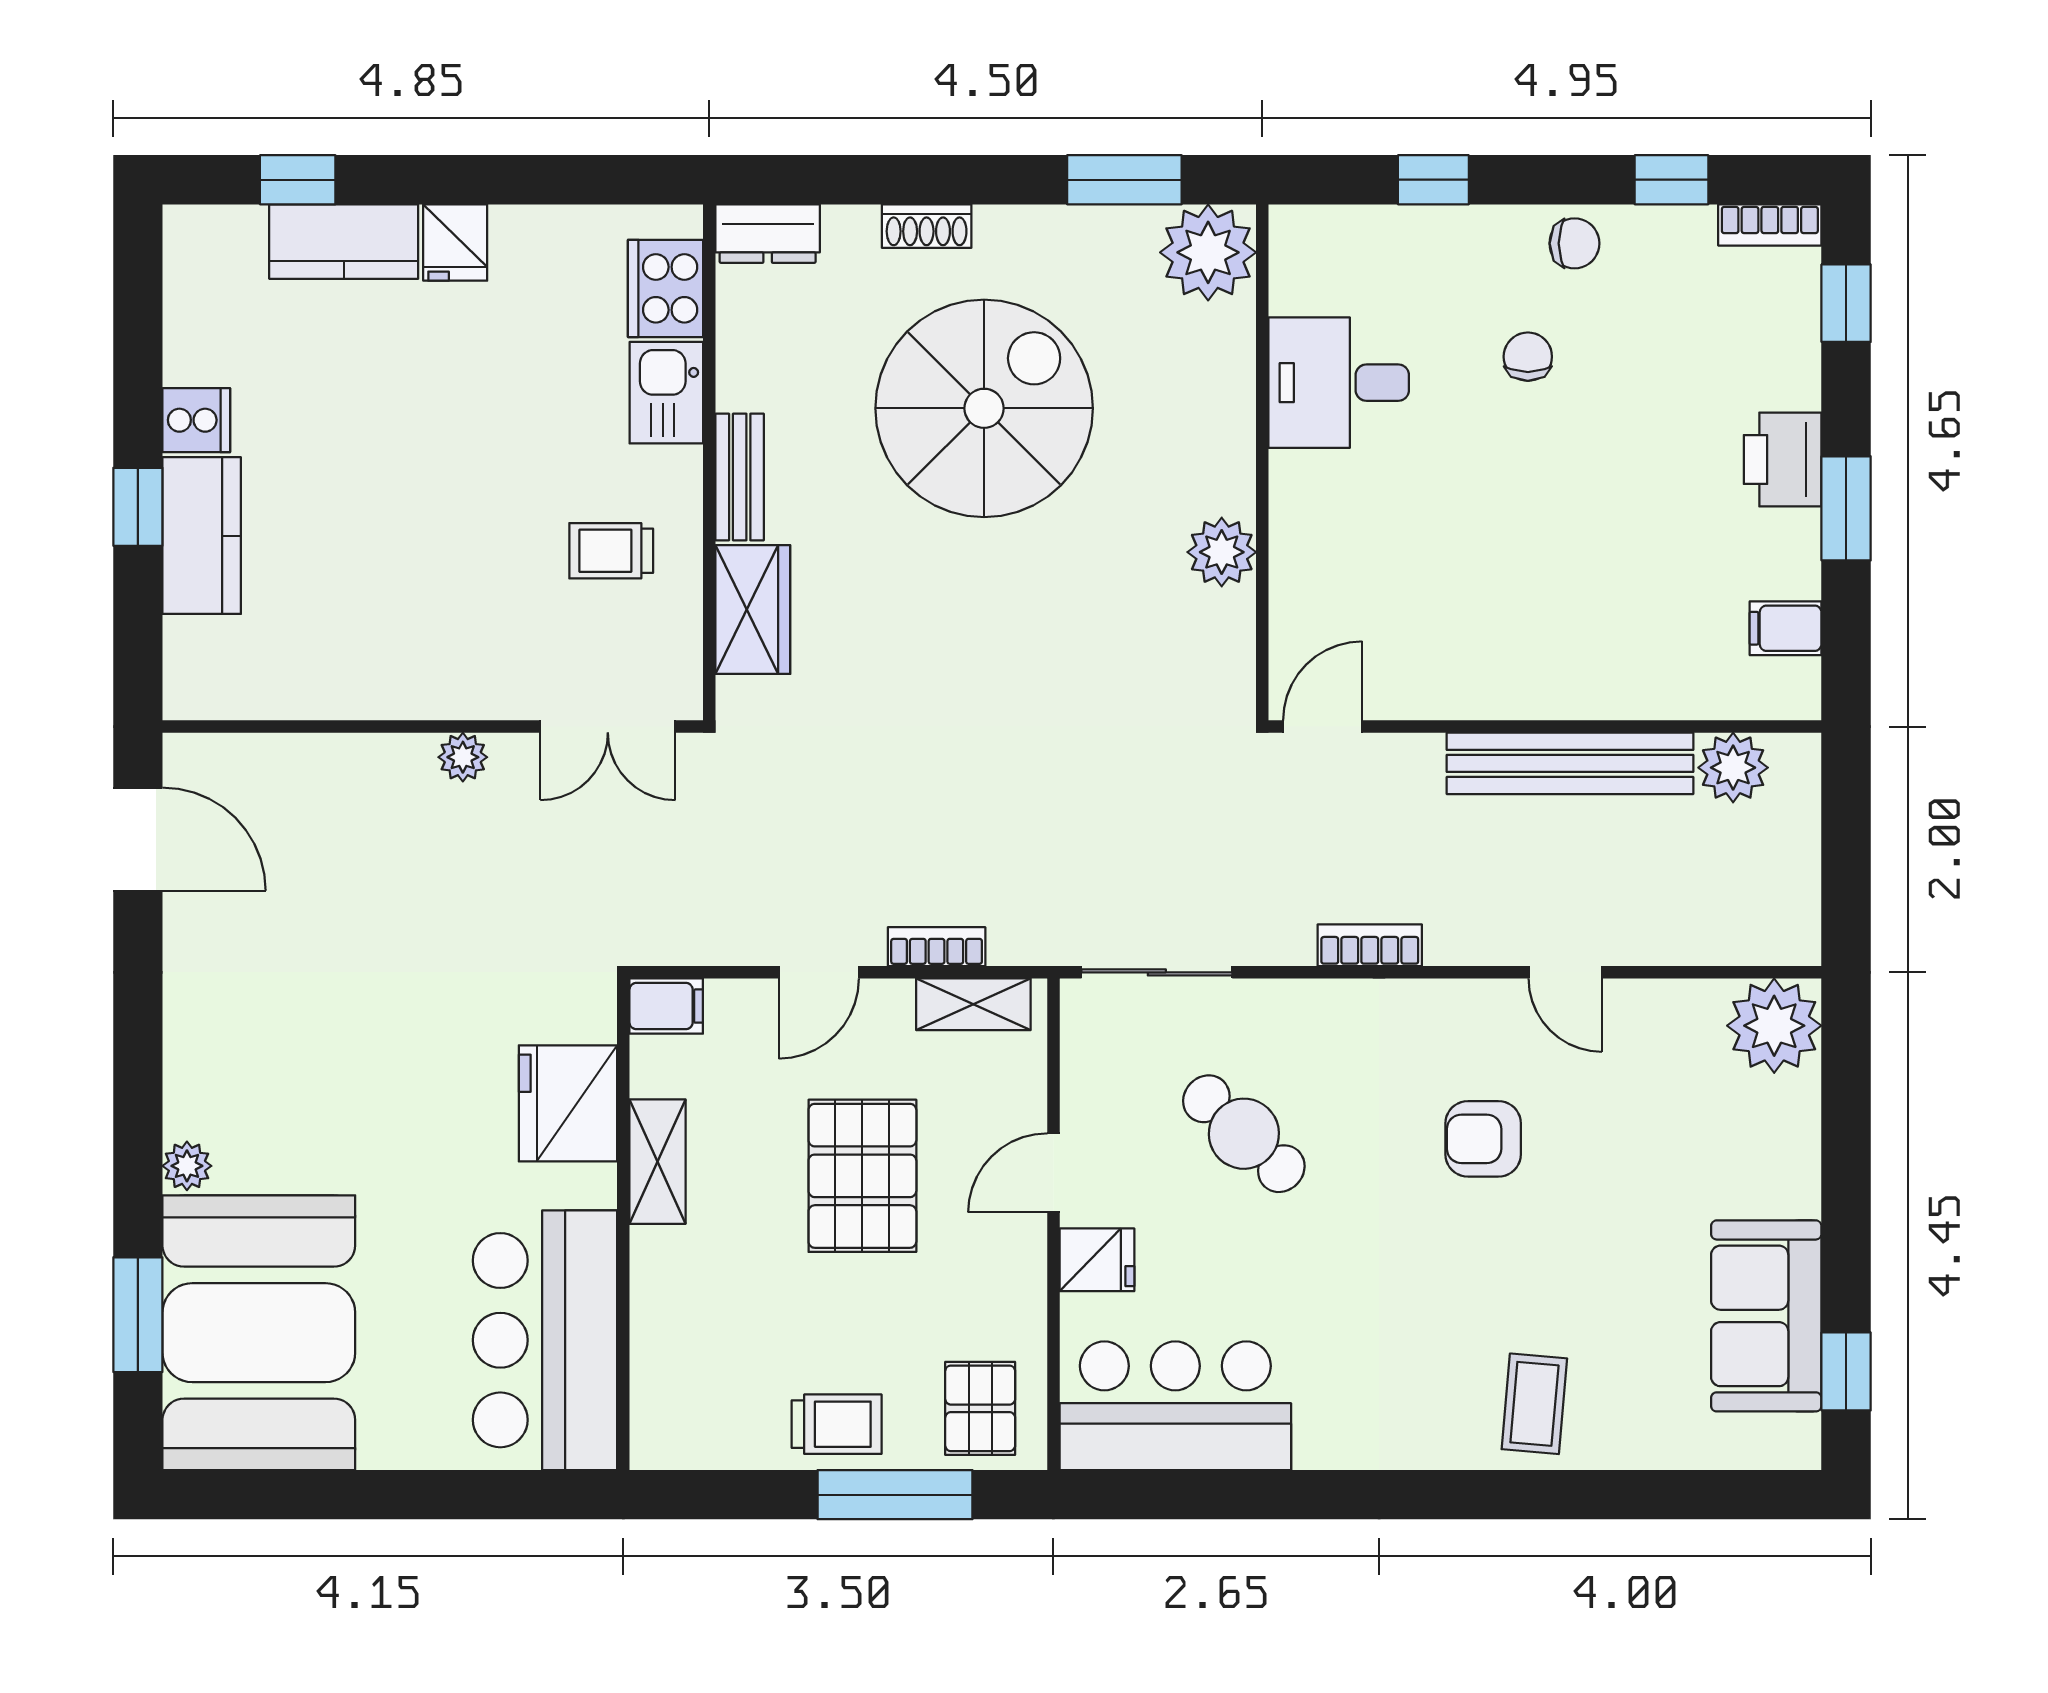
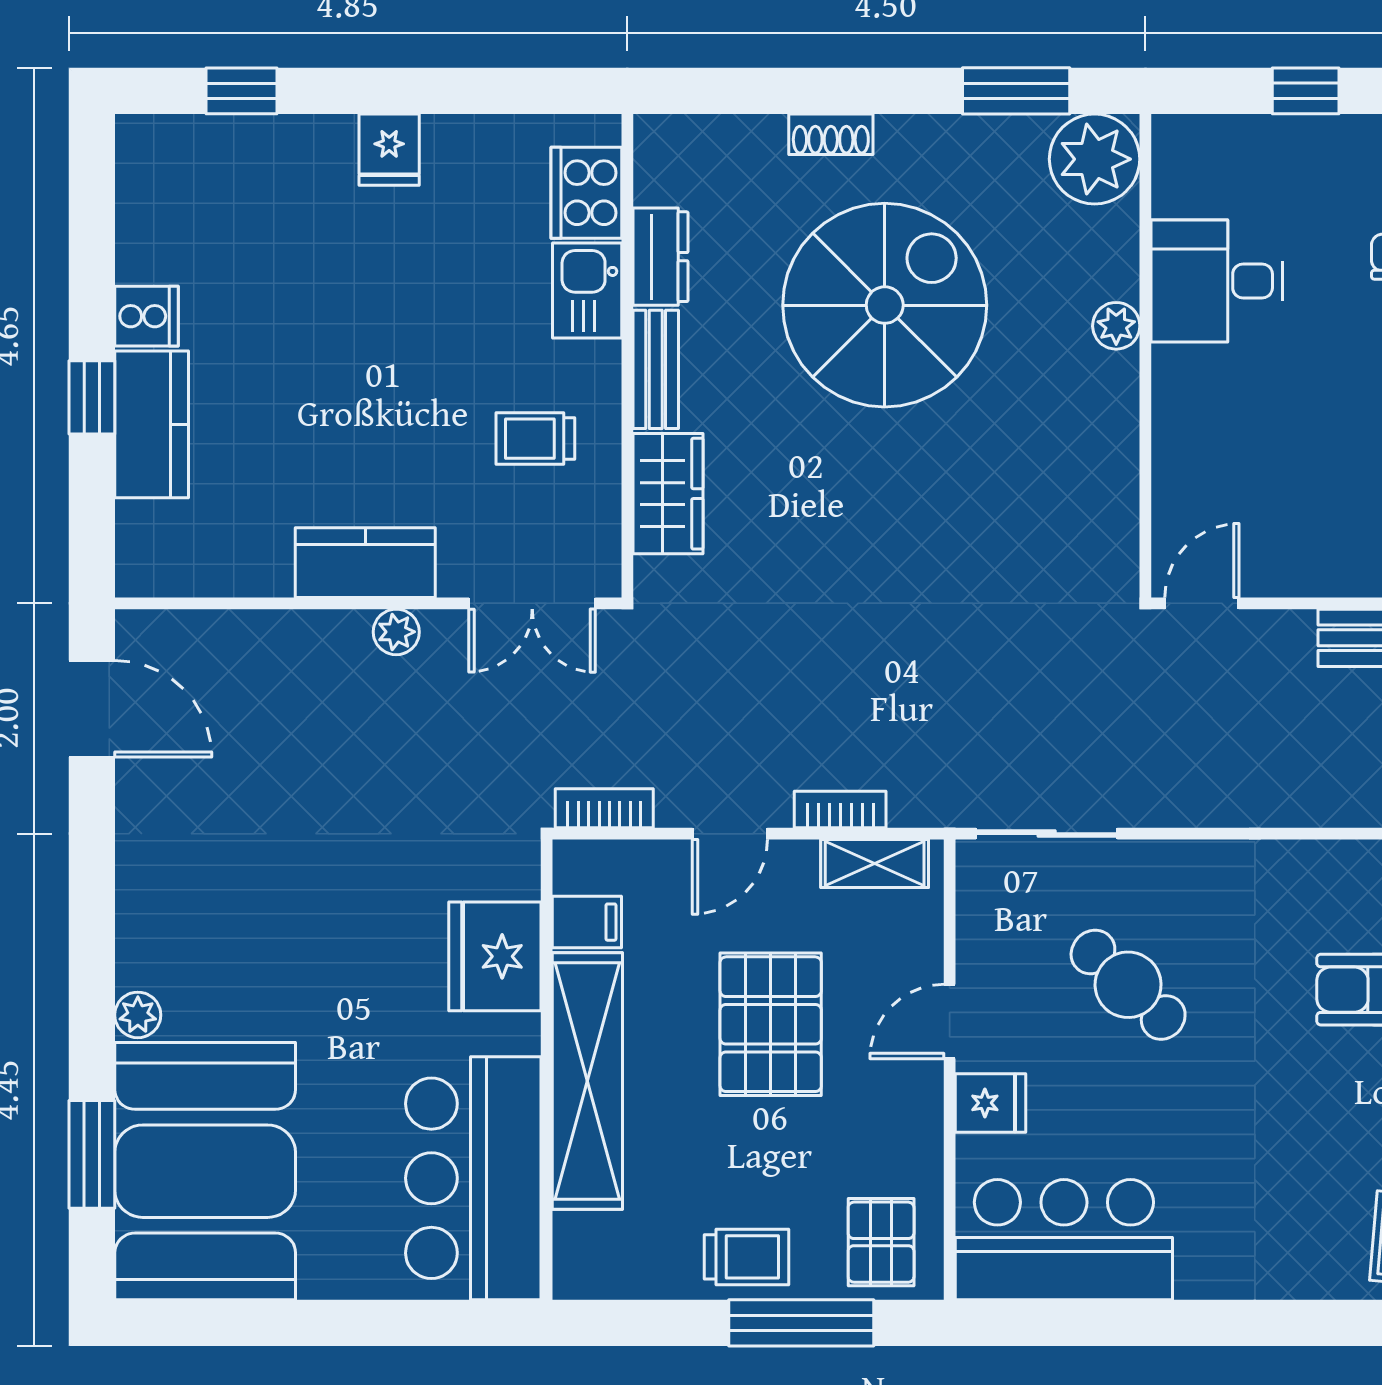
dresser: (768, 234) -> (661, 257), moved, turned -90
kitchen counter: (344, 242) -> (365, 563), moved, turned 180
plant: (1222, 552) -> (1116, 326), moved, width x0.73, depth x0.73
bookcase: (1370, 945) -> (604, 808), moved
filing cabinet: (666, 1006) -> (587, 922), moved
shelving: (657, 1162) -> (587, 1081), width x2.20, depth x1.33

